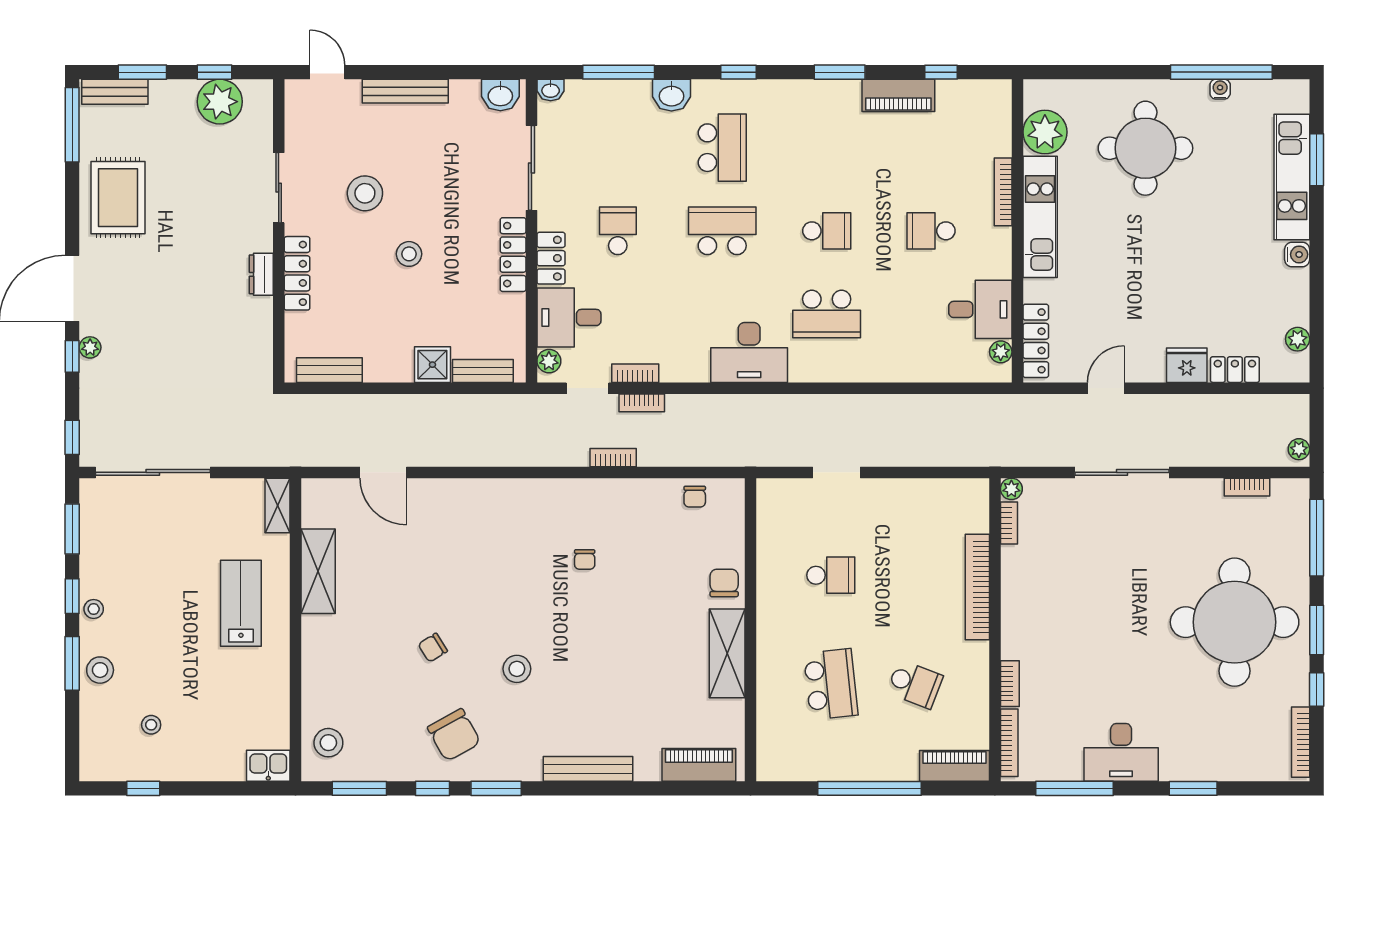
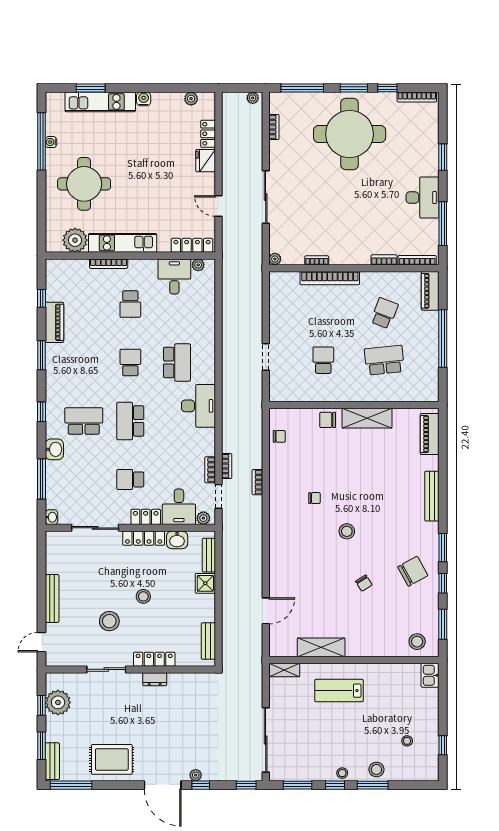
washbasin: (500, 95) -> (177, 540), moved, turned 90
bookcase: (1009, 523) -> (317, 260), moved
stool: (517, 669) -> (347, 531), moved

